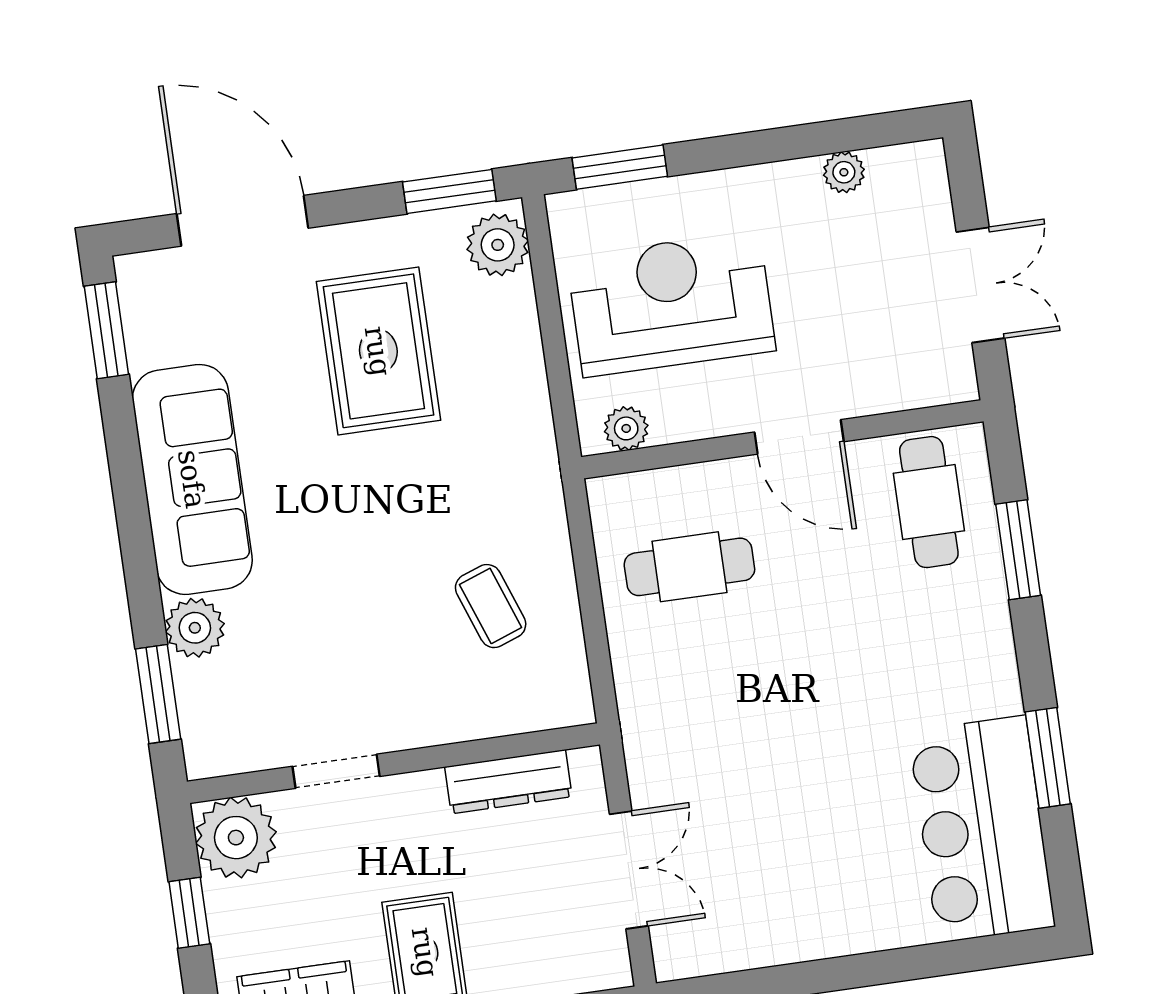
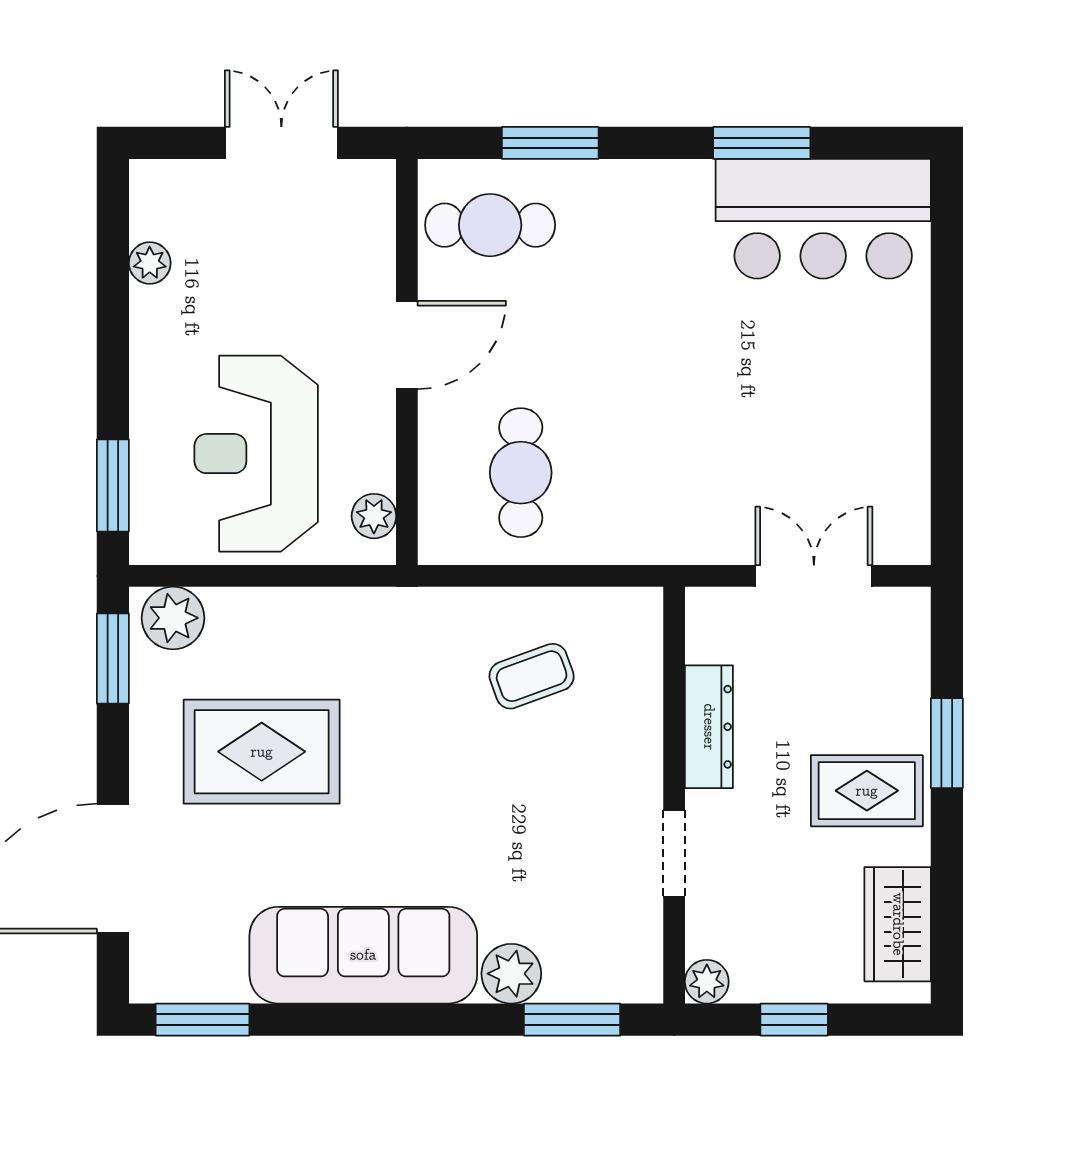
dresser: (508, 782) -> (709, 727), moved
plant: (236, 838) -> (707, 982), width x0.53, depth x0.53

